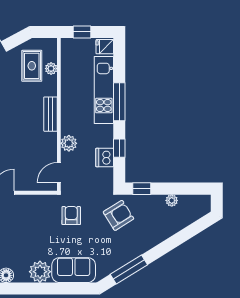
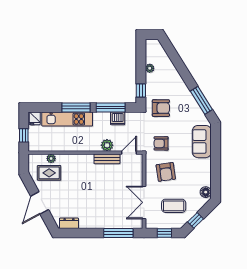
bench: (51, 114) -> (107, 159), moved
window: (119, 148) -> (111, 108), width x2.17
door: (59, 173) -> (129, 153), swing flipped
armchair: (118, 215) -> (161, 108), turned 122
armchair: (33, 222) -> (166, 172), added
plant: (40, 272) -> (203, 167), removed

